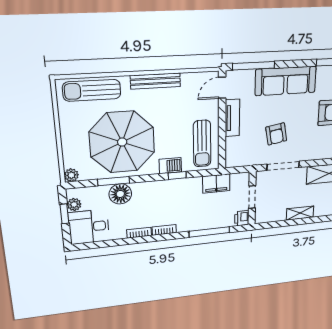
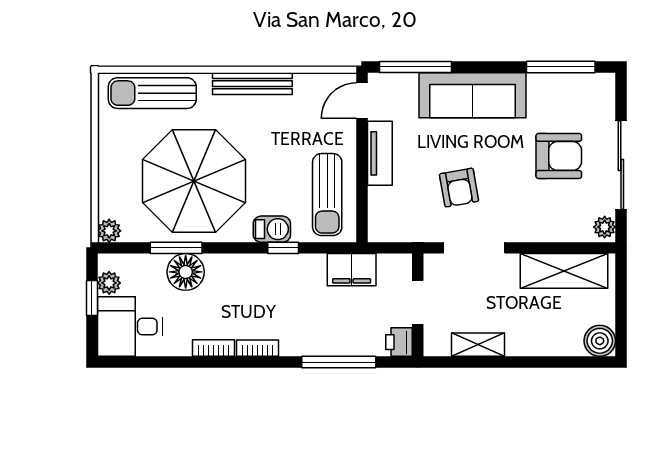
shelving: (300, 213) -> (478, 345), moved

